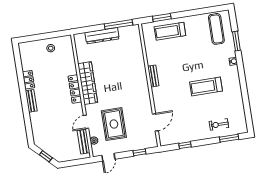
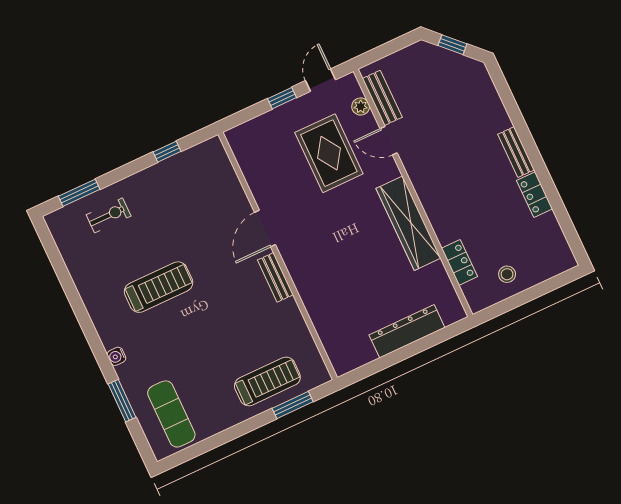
window: (119, 24) -> (379, 365), removed
locker: (75, 89) -> (459, 262), moved, width x0.66
door: (86, 122) -> (389, 141), swing flipped
door: (155, 122) -> (265, 229), moved
window: (140, 152) -> (282, 98), moved

